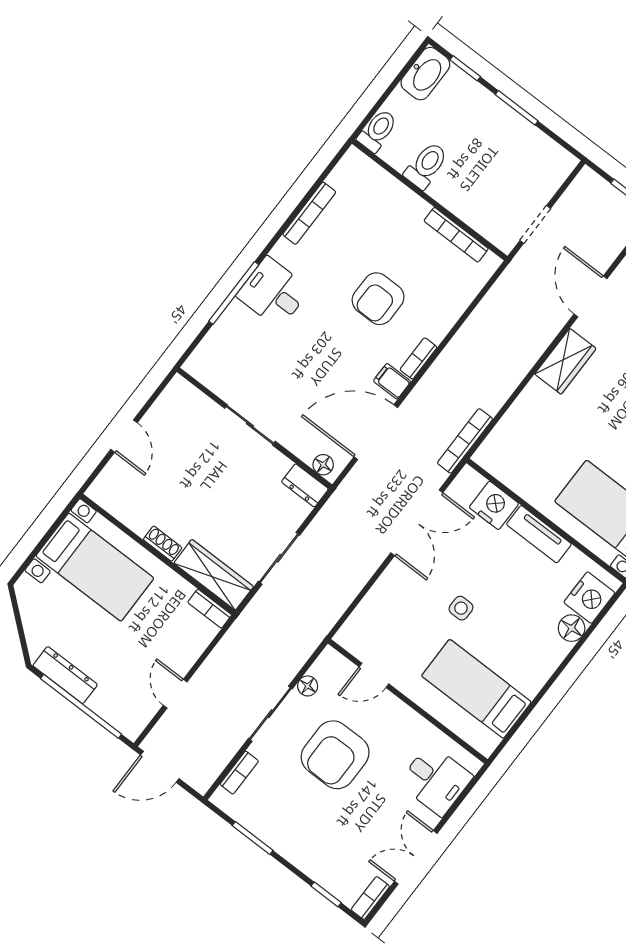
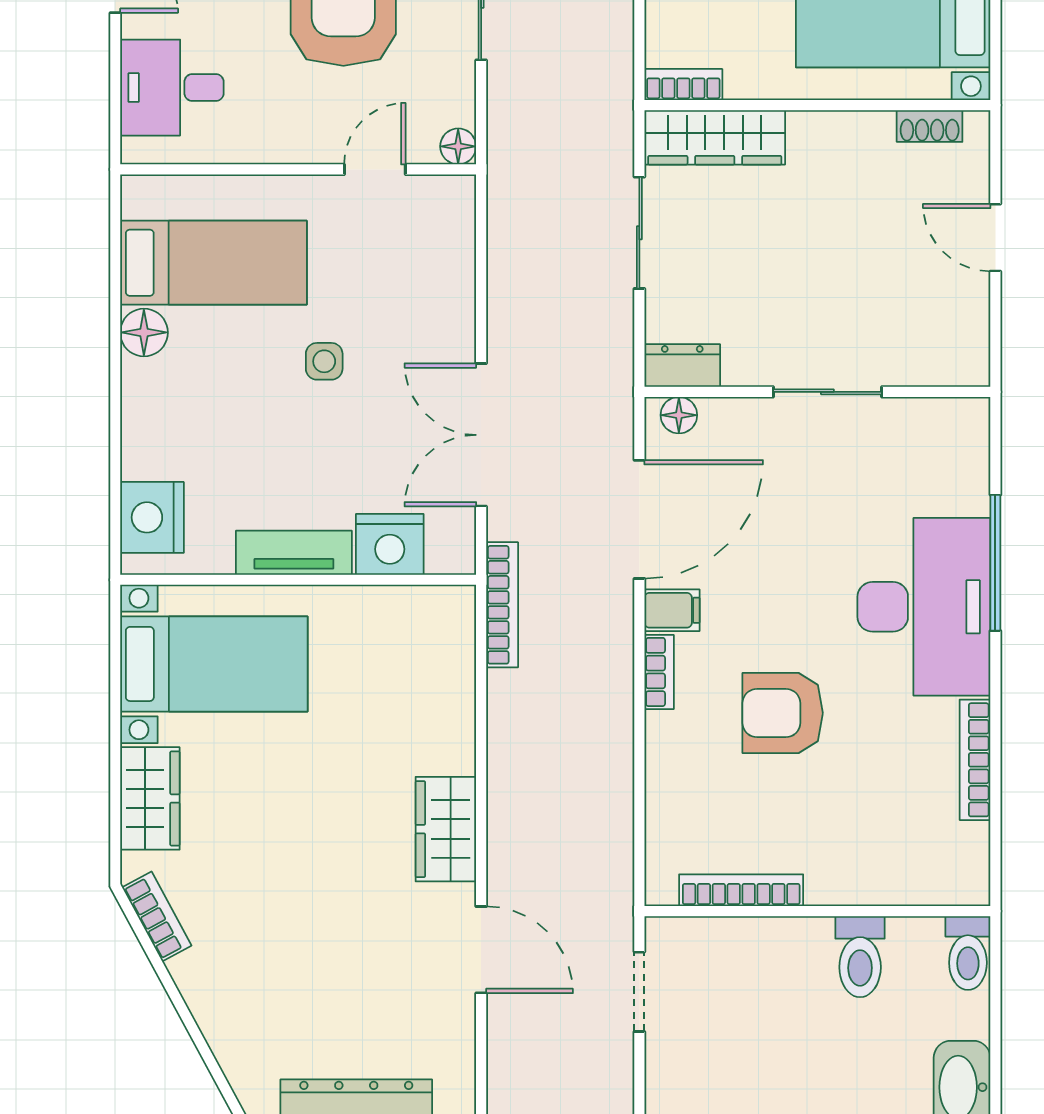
desk: (273, 293) -> (924, 607), width x1.87, depth x1.30
armchair: (378, 299) -> (783, 713), turned -90
shoe rack: (163, 544) -> (930, 126), moved
floor lamp: (572, 628) -> (144, 332), moved
floor lamp: (308, 686) -> (458, 146), moved

